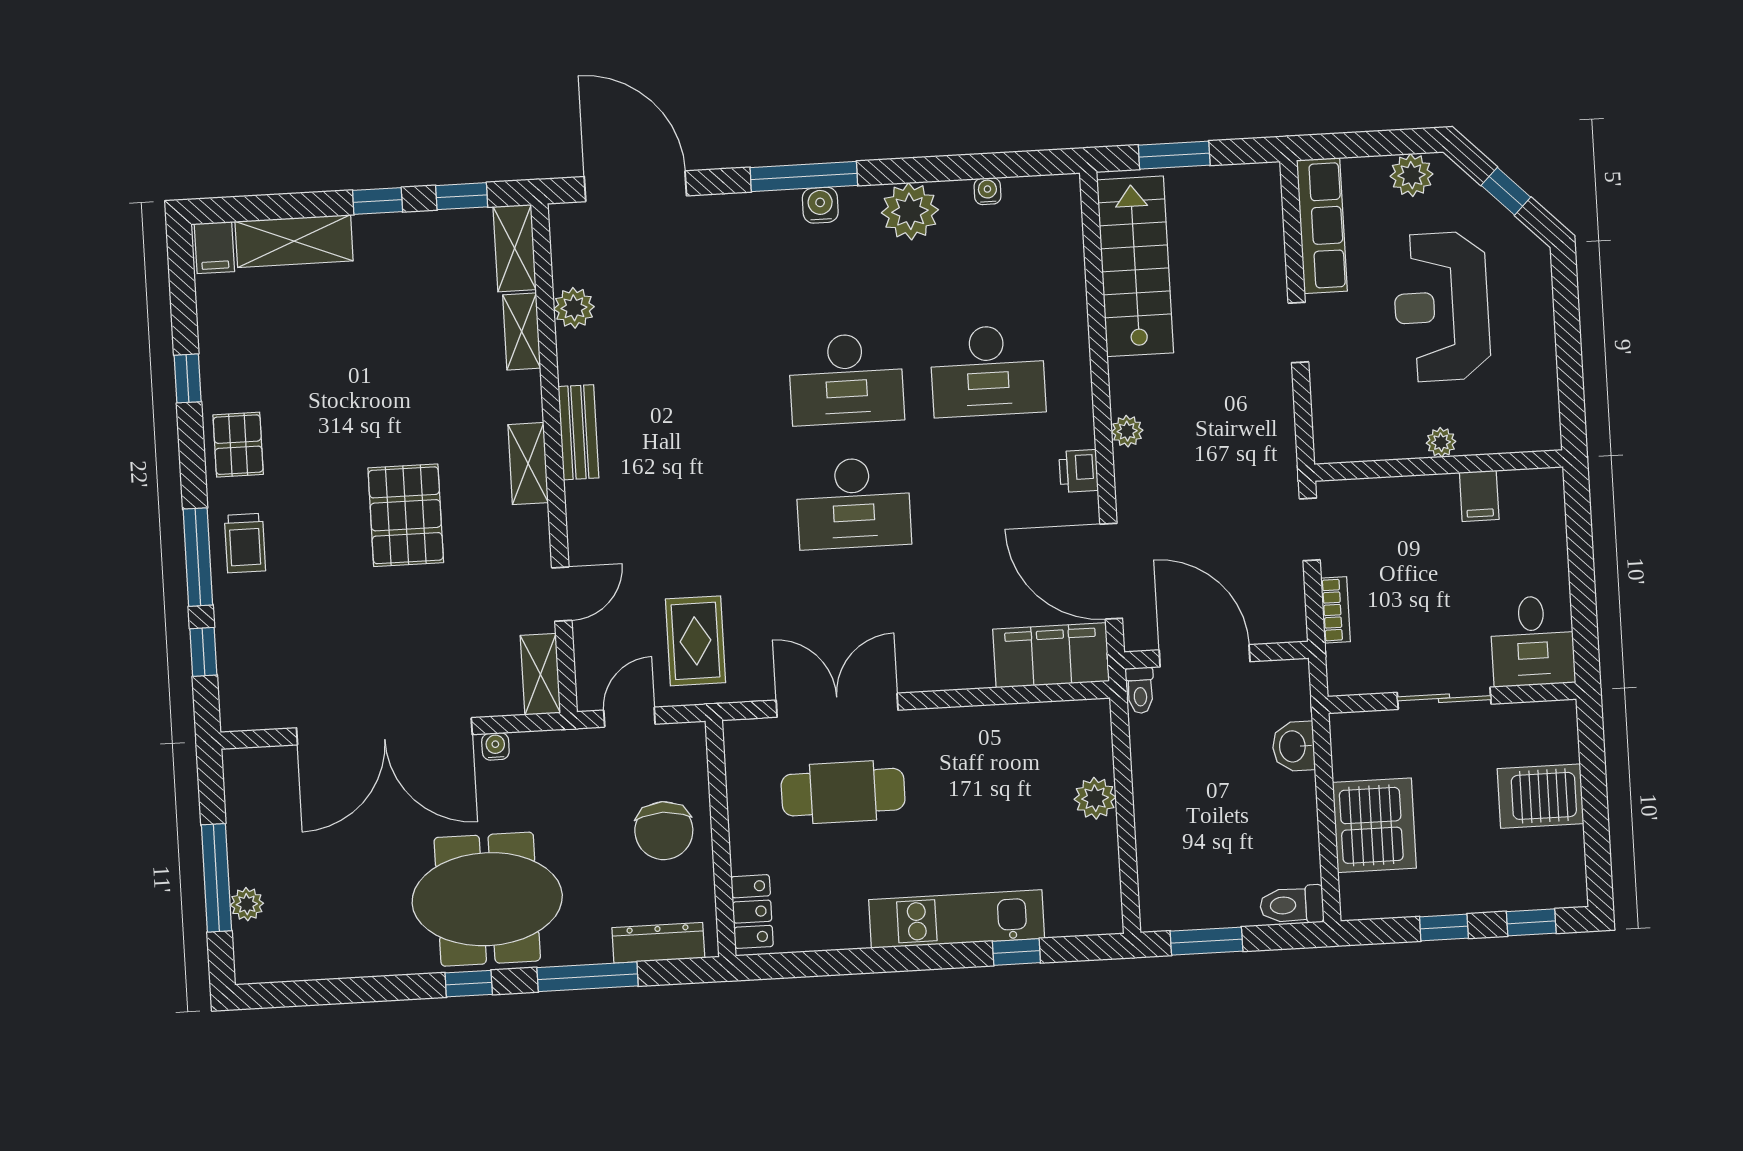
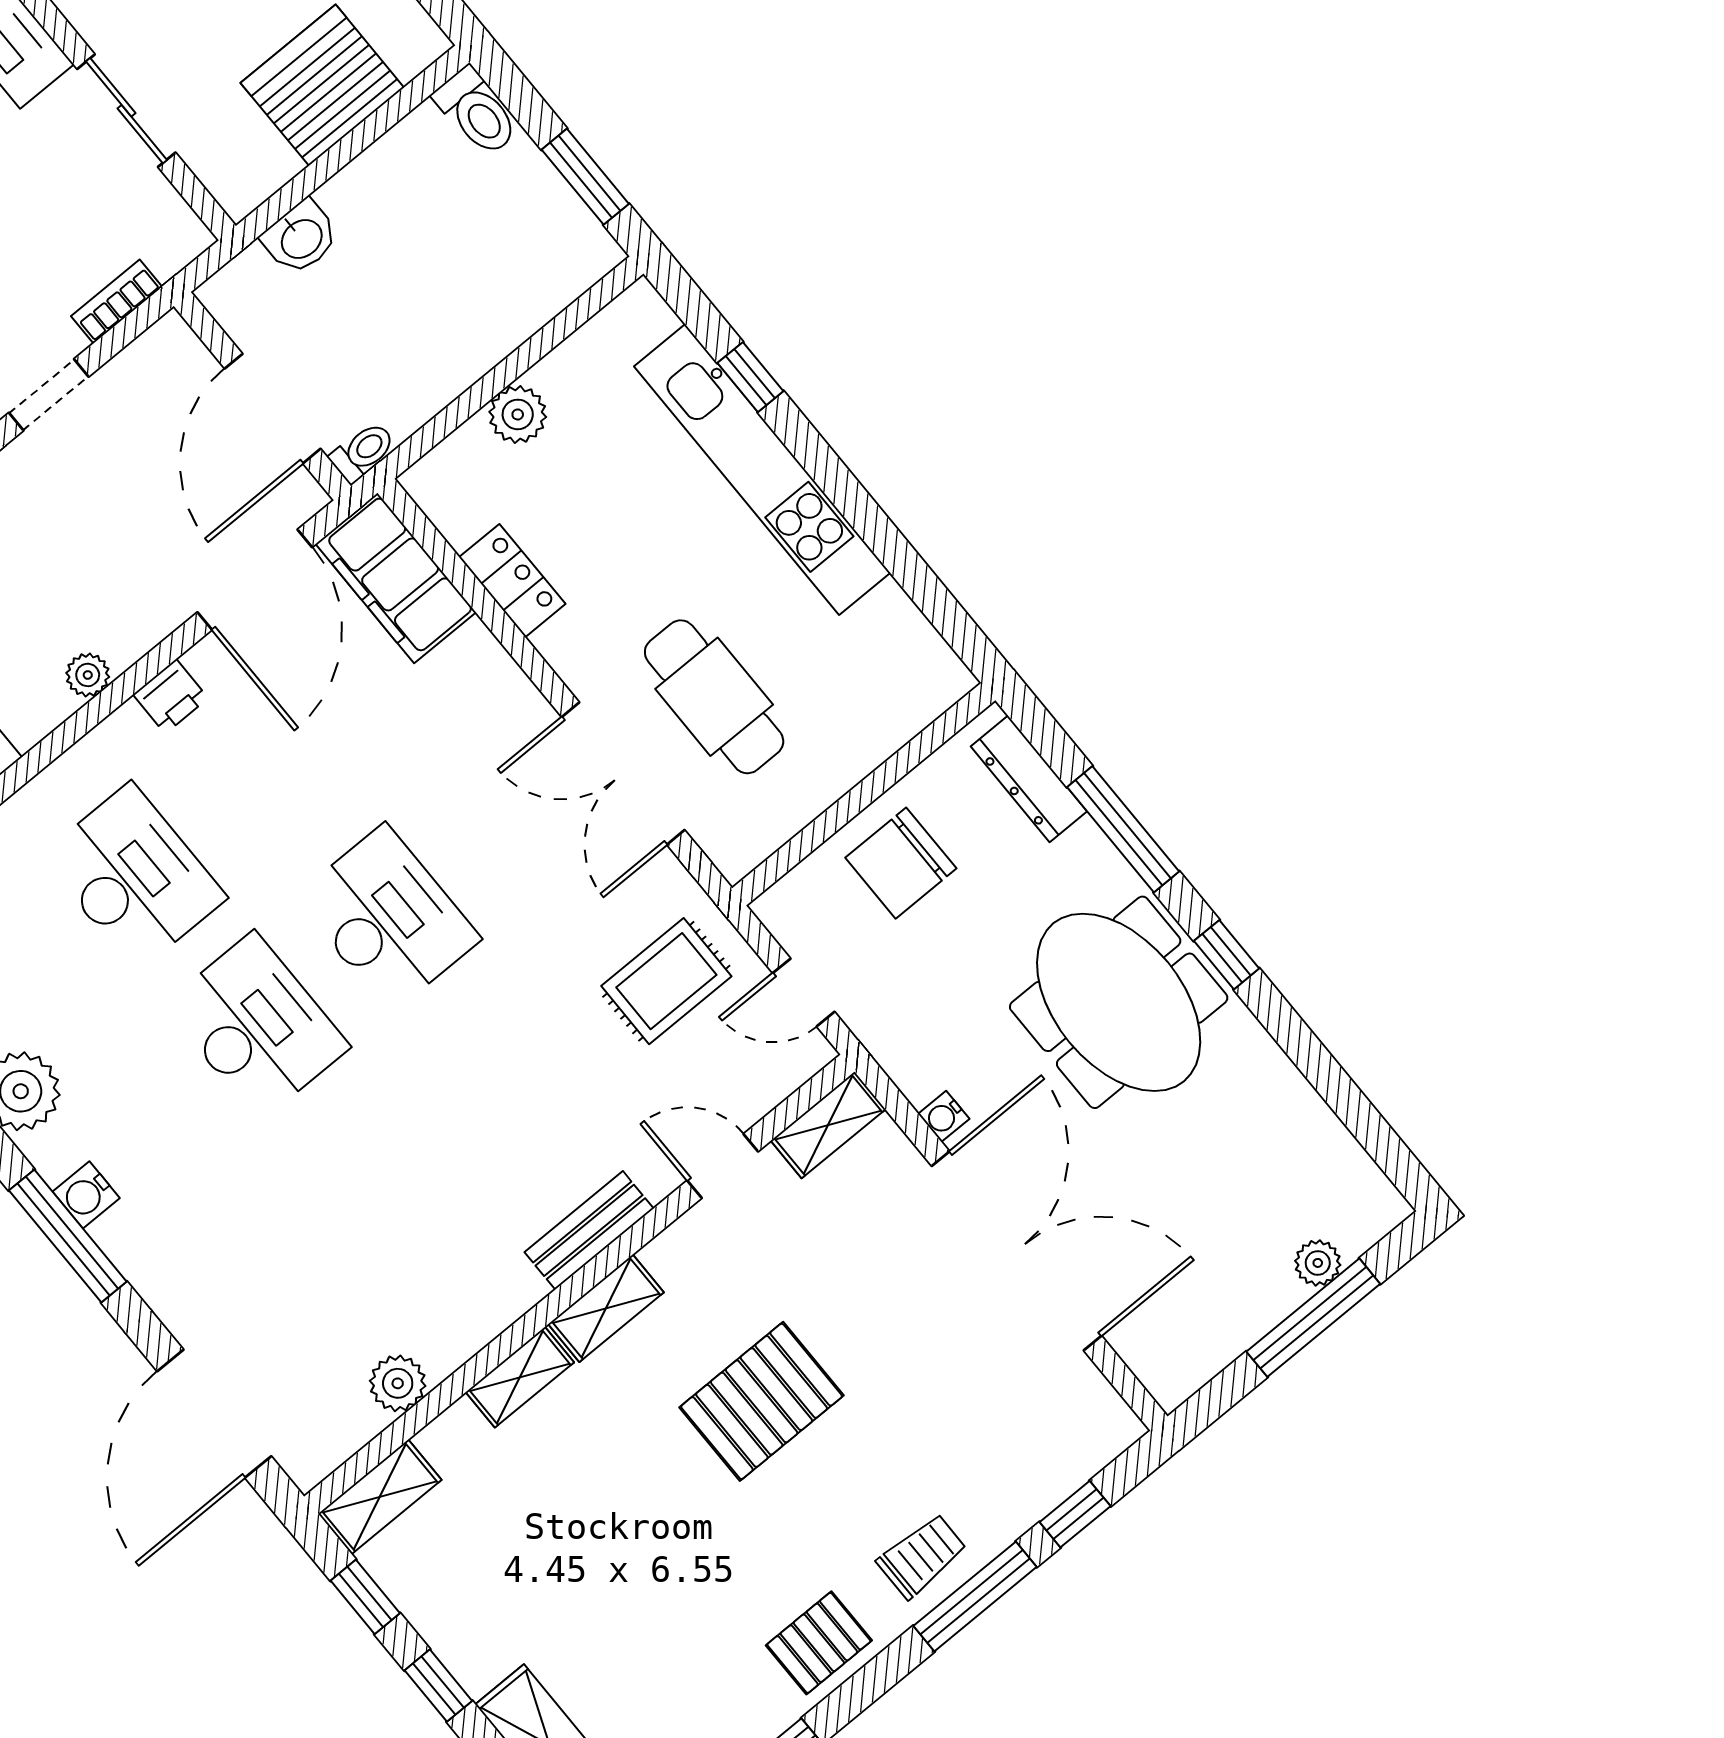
shelving: (522, 331) -> (520, 1377), moved
bench: (578, 432) -> (589, 1230), moved
chair: (664, 831) -> (901, 863), turned 180
locker: (752, 912) -> (512, 581), moved, turned 90
kitchen unit: (957, 919) -> (762, 470), width x1.36

